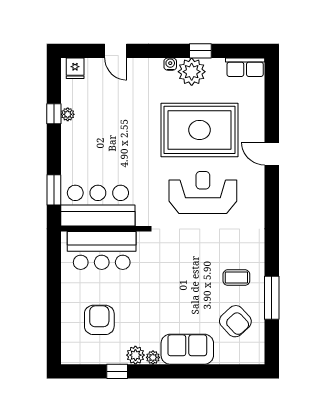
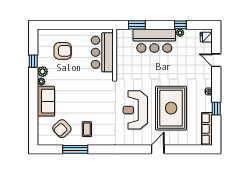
door: (116, 51) -> (216, 60), hinge flipped
row of seats: (245, 67) -> (207, 129), width x1.48
plant: (192, 72) -> (204, 104), removed
reception desk: (203, 193) -> (135, 110), turned 180
bar counter: (98, 206) -> (154, 41), moved, turned 90

